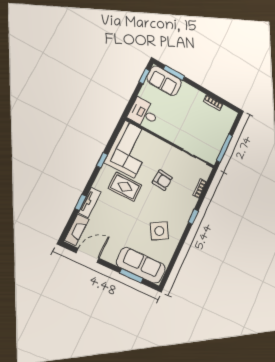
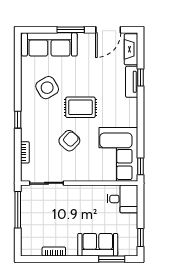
sofa: (164, 81) -> (98, 245), moved
window: (102, 160) -> (141, 166), moved
armchair: (162, 180) -> (69, 141), turned 128
rug: (125, 187) -> (80, 107), moved
window: (131, 276) -> (71, 30), moved

